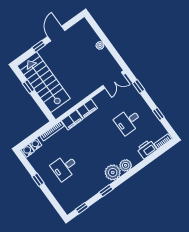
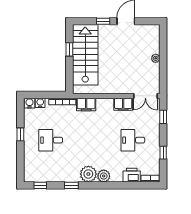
filing cabinet: (87, 109) -> (123, 104), moved

